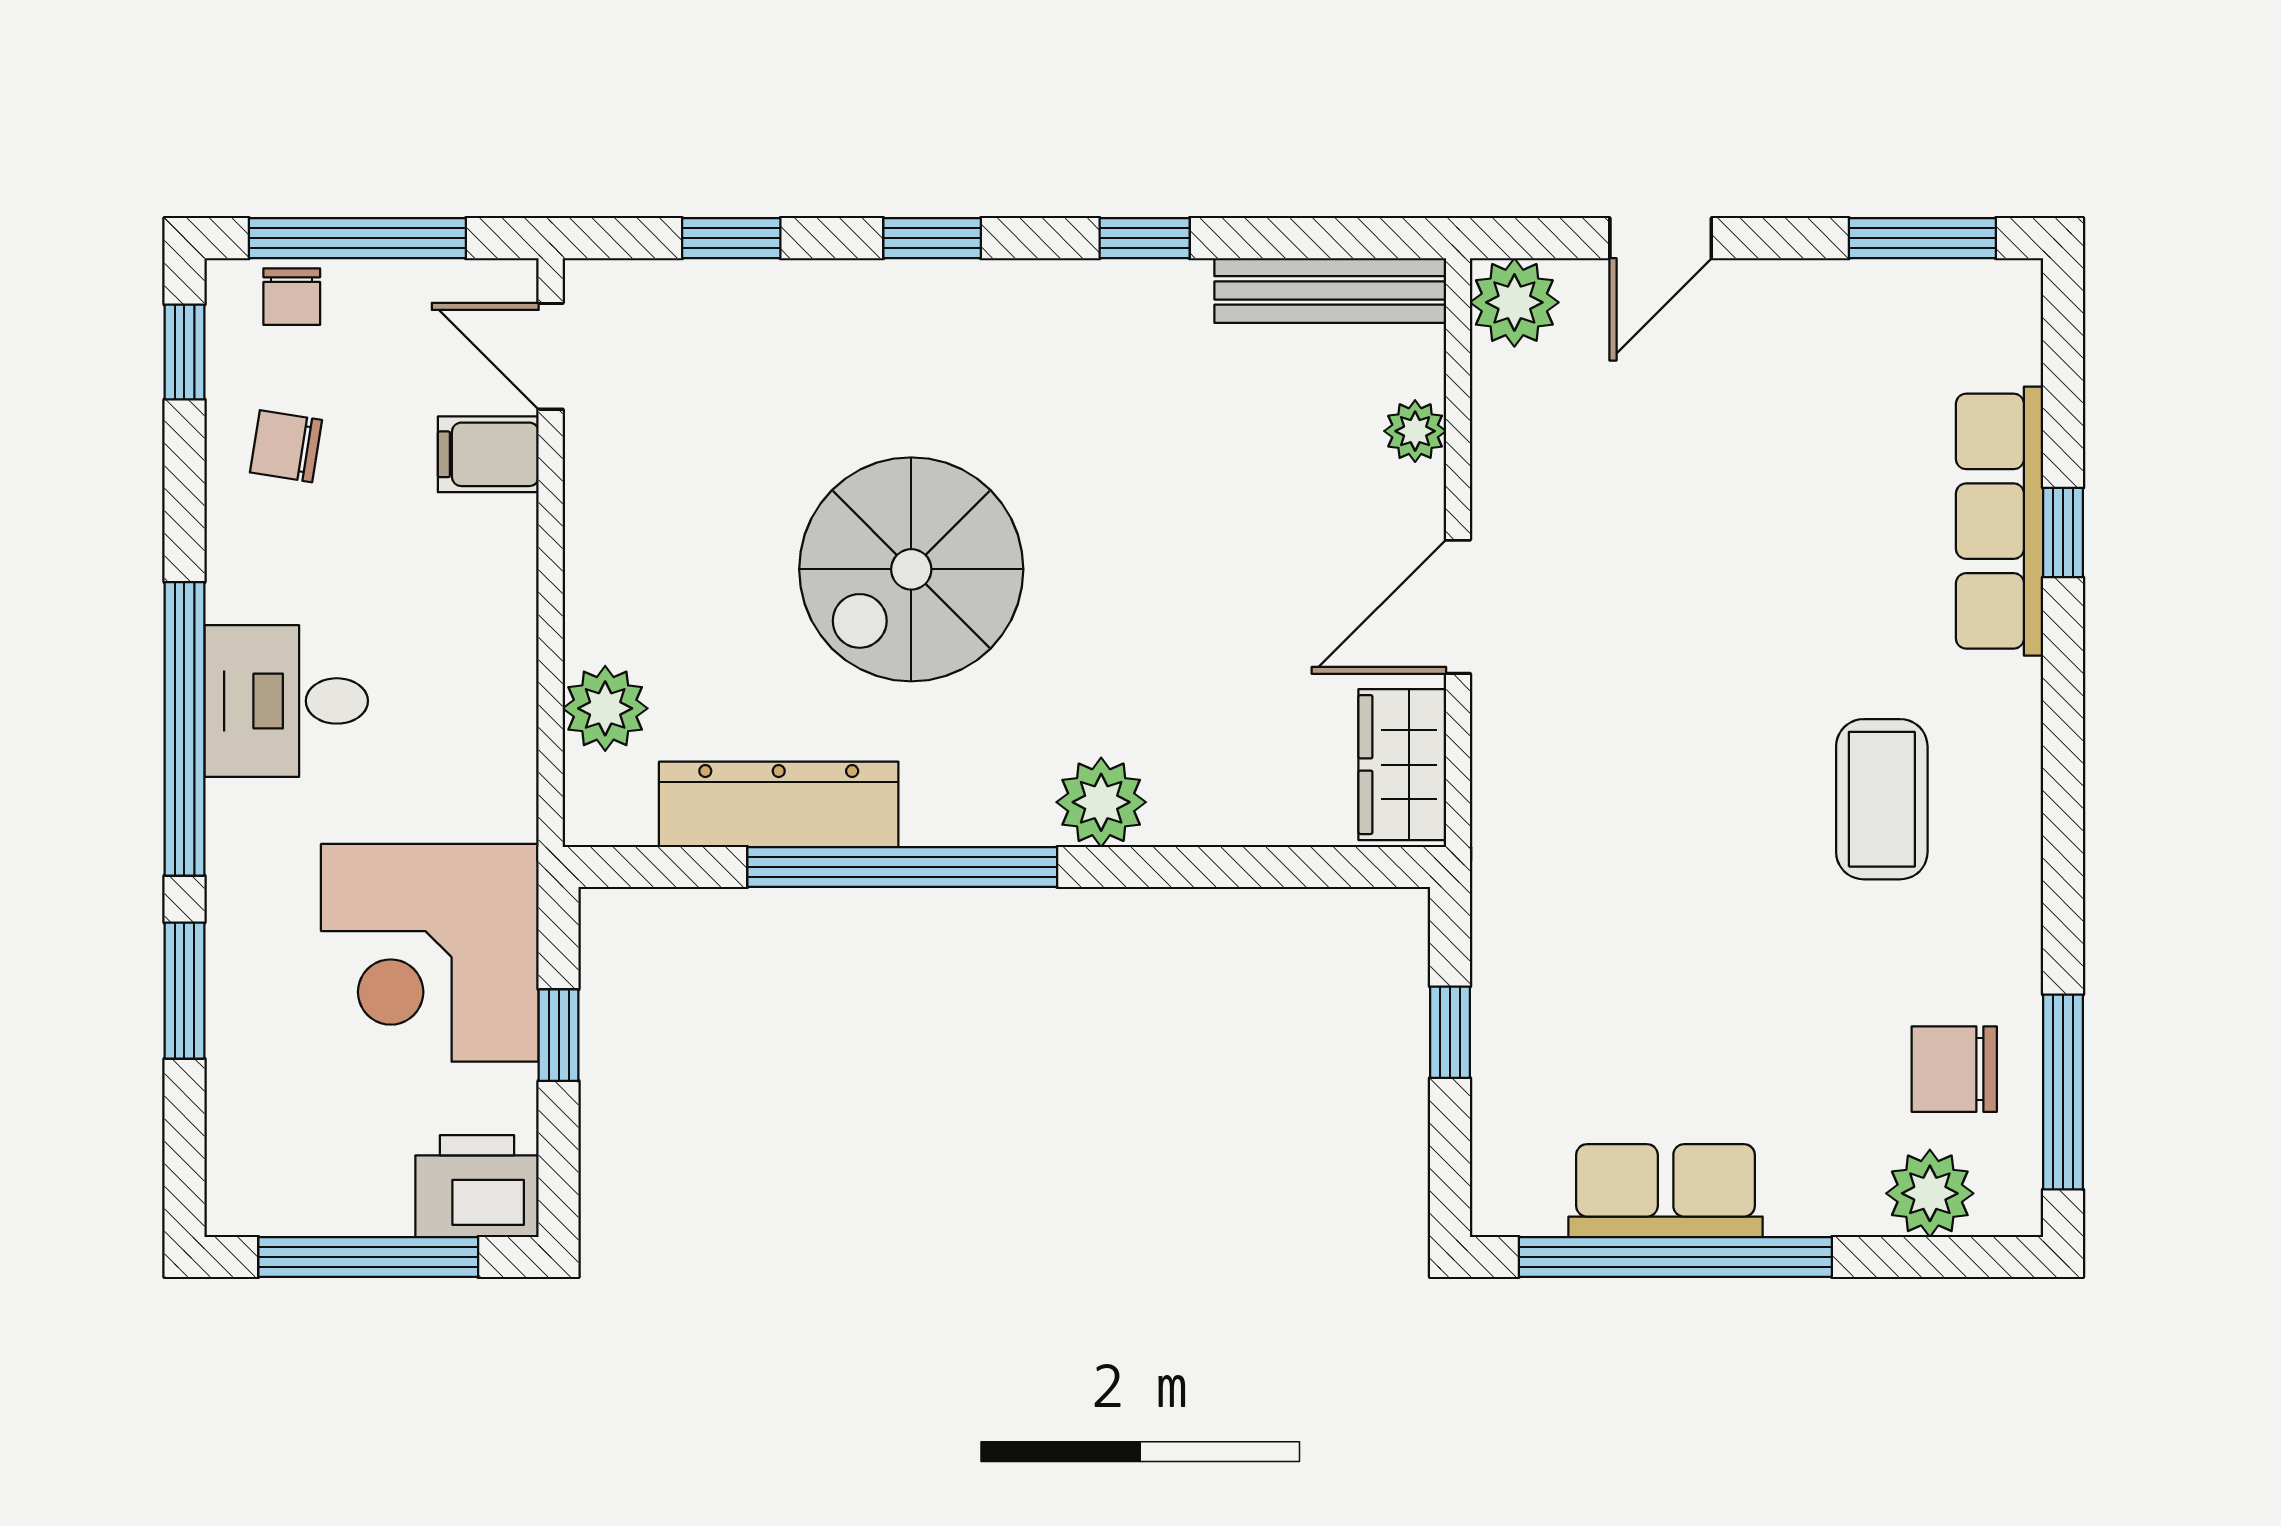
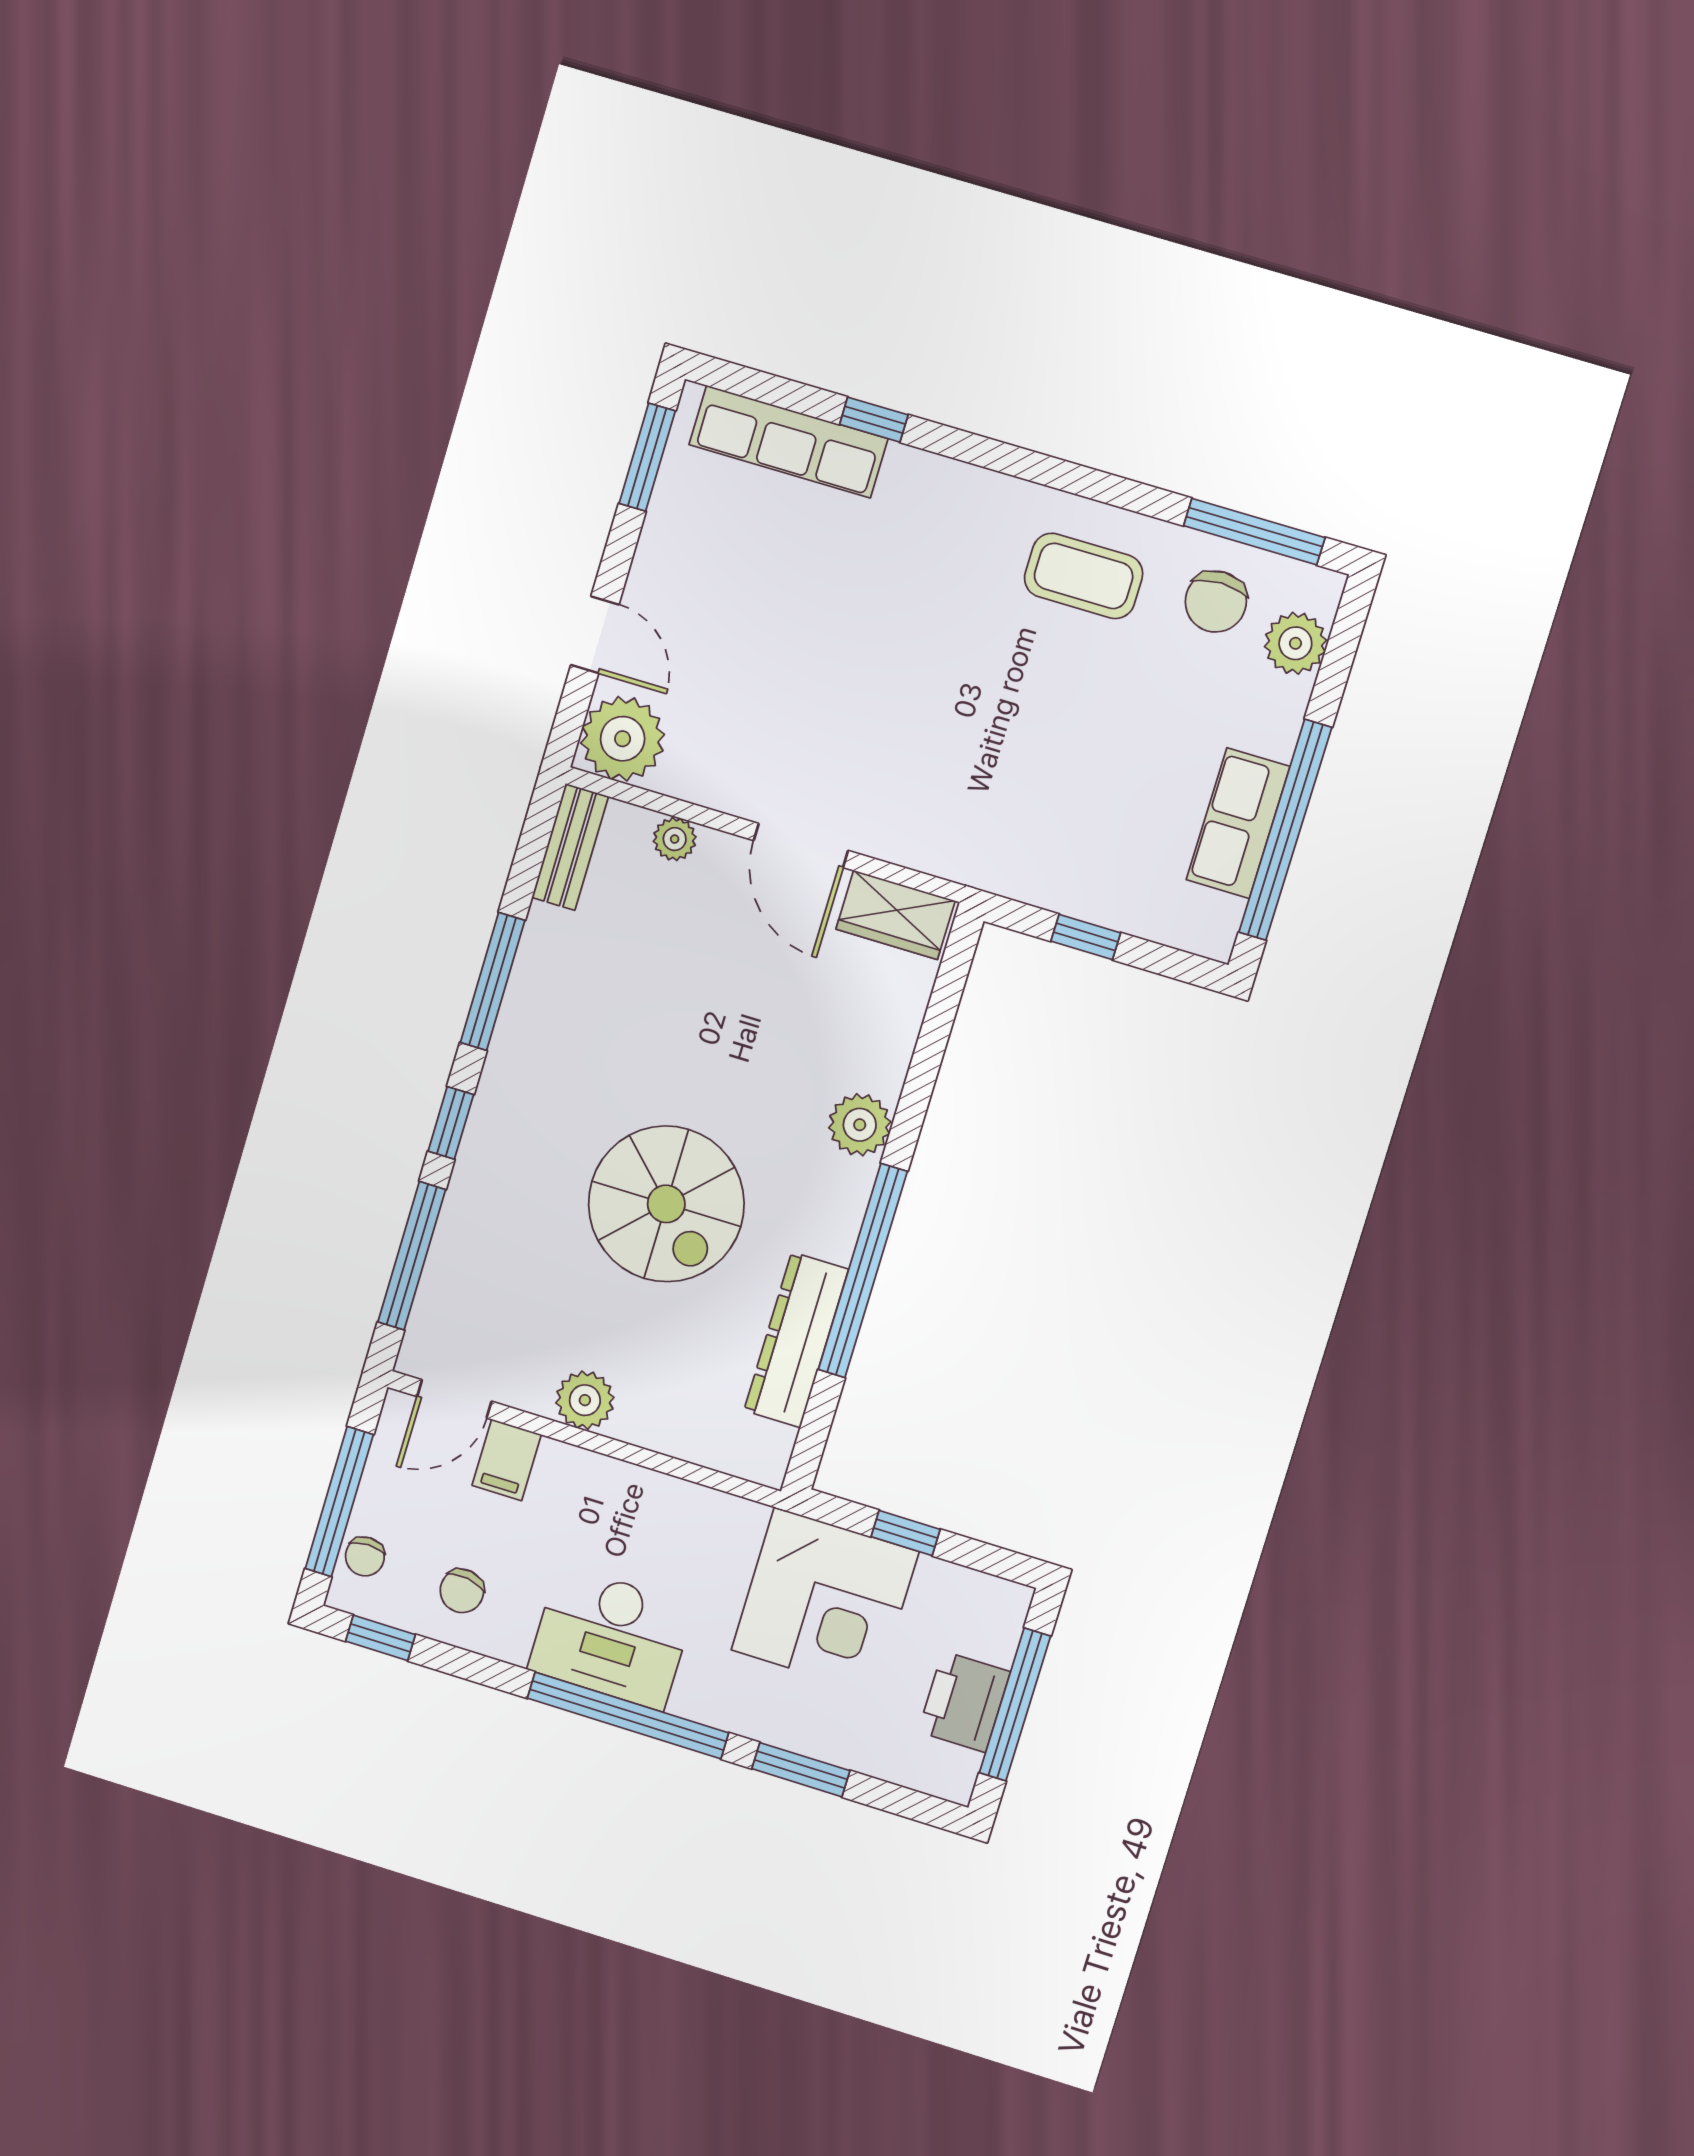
window: (731, 238) -> (412, 1256), width x2.17
window: (1145, 238) -> (493, 981), width x2.17
bench: (1330, 290) -> (570, 847), width x0.73
chair: (292, 297) -> (365, 1556), turned 90
plant: (1514, 302) -> (623, 739), width x1.36, depth x1.36
row of seats: (1999, 521) -> (788, 442), moved
desk: (286, 701) -> (611, 1637), width x1.37
plant: (605, 708) -> (585, 1400), moved
coffee table: (1882, 799) -> (1084, 576), moved
printer: (477, 1186) -> (964, 1702), moved

